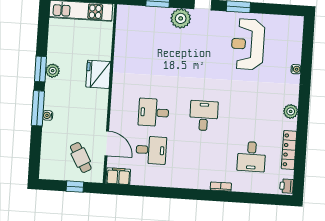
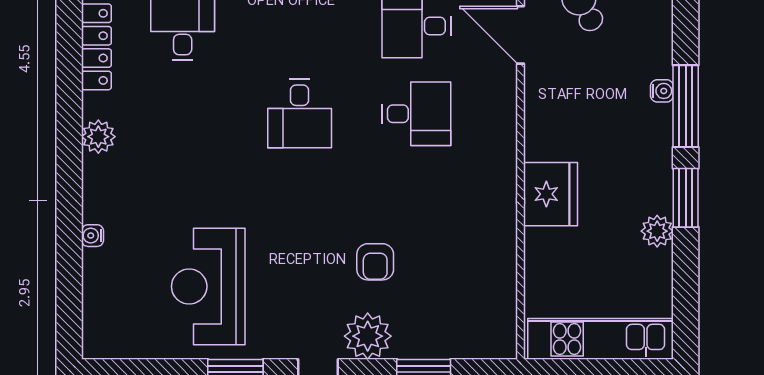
reception desk: (248, 44) -> (208, 286), turned 180
armchair: (175, 50) -> (375, 262), added
plant: (53, 71) -> (657, 231), moved

